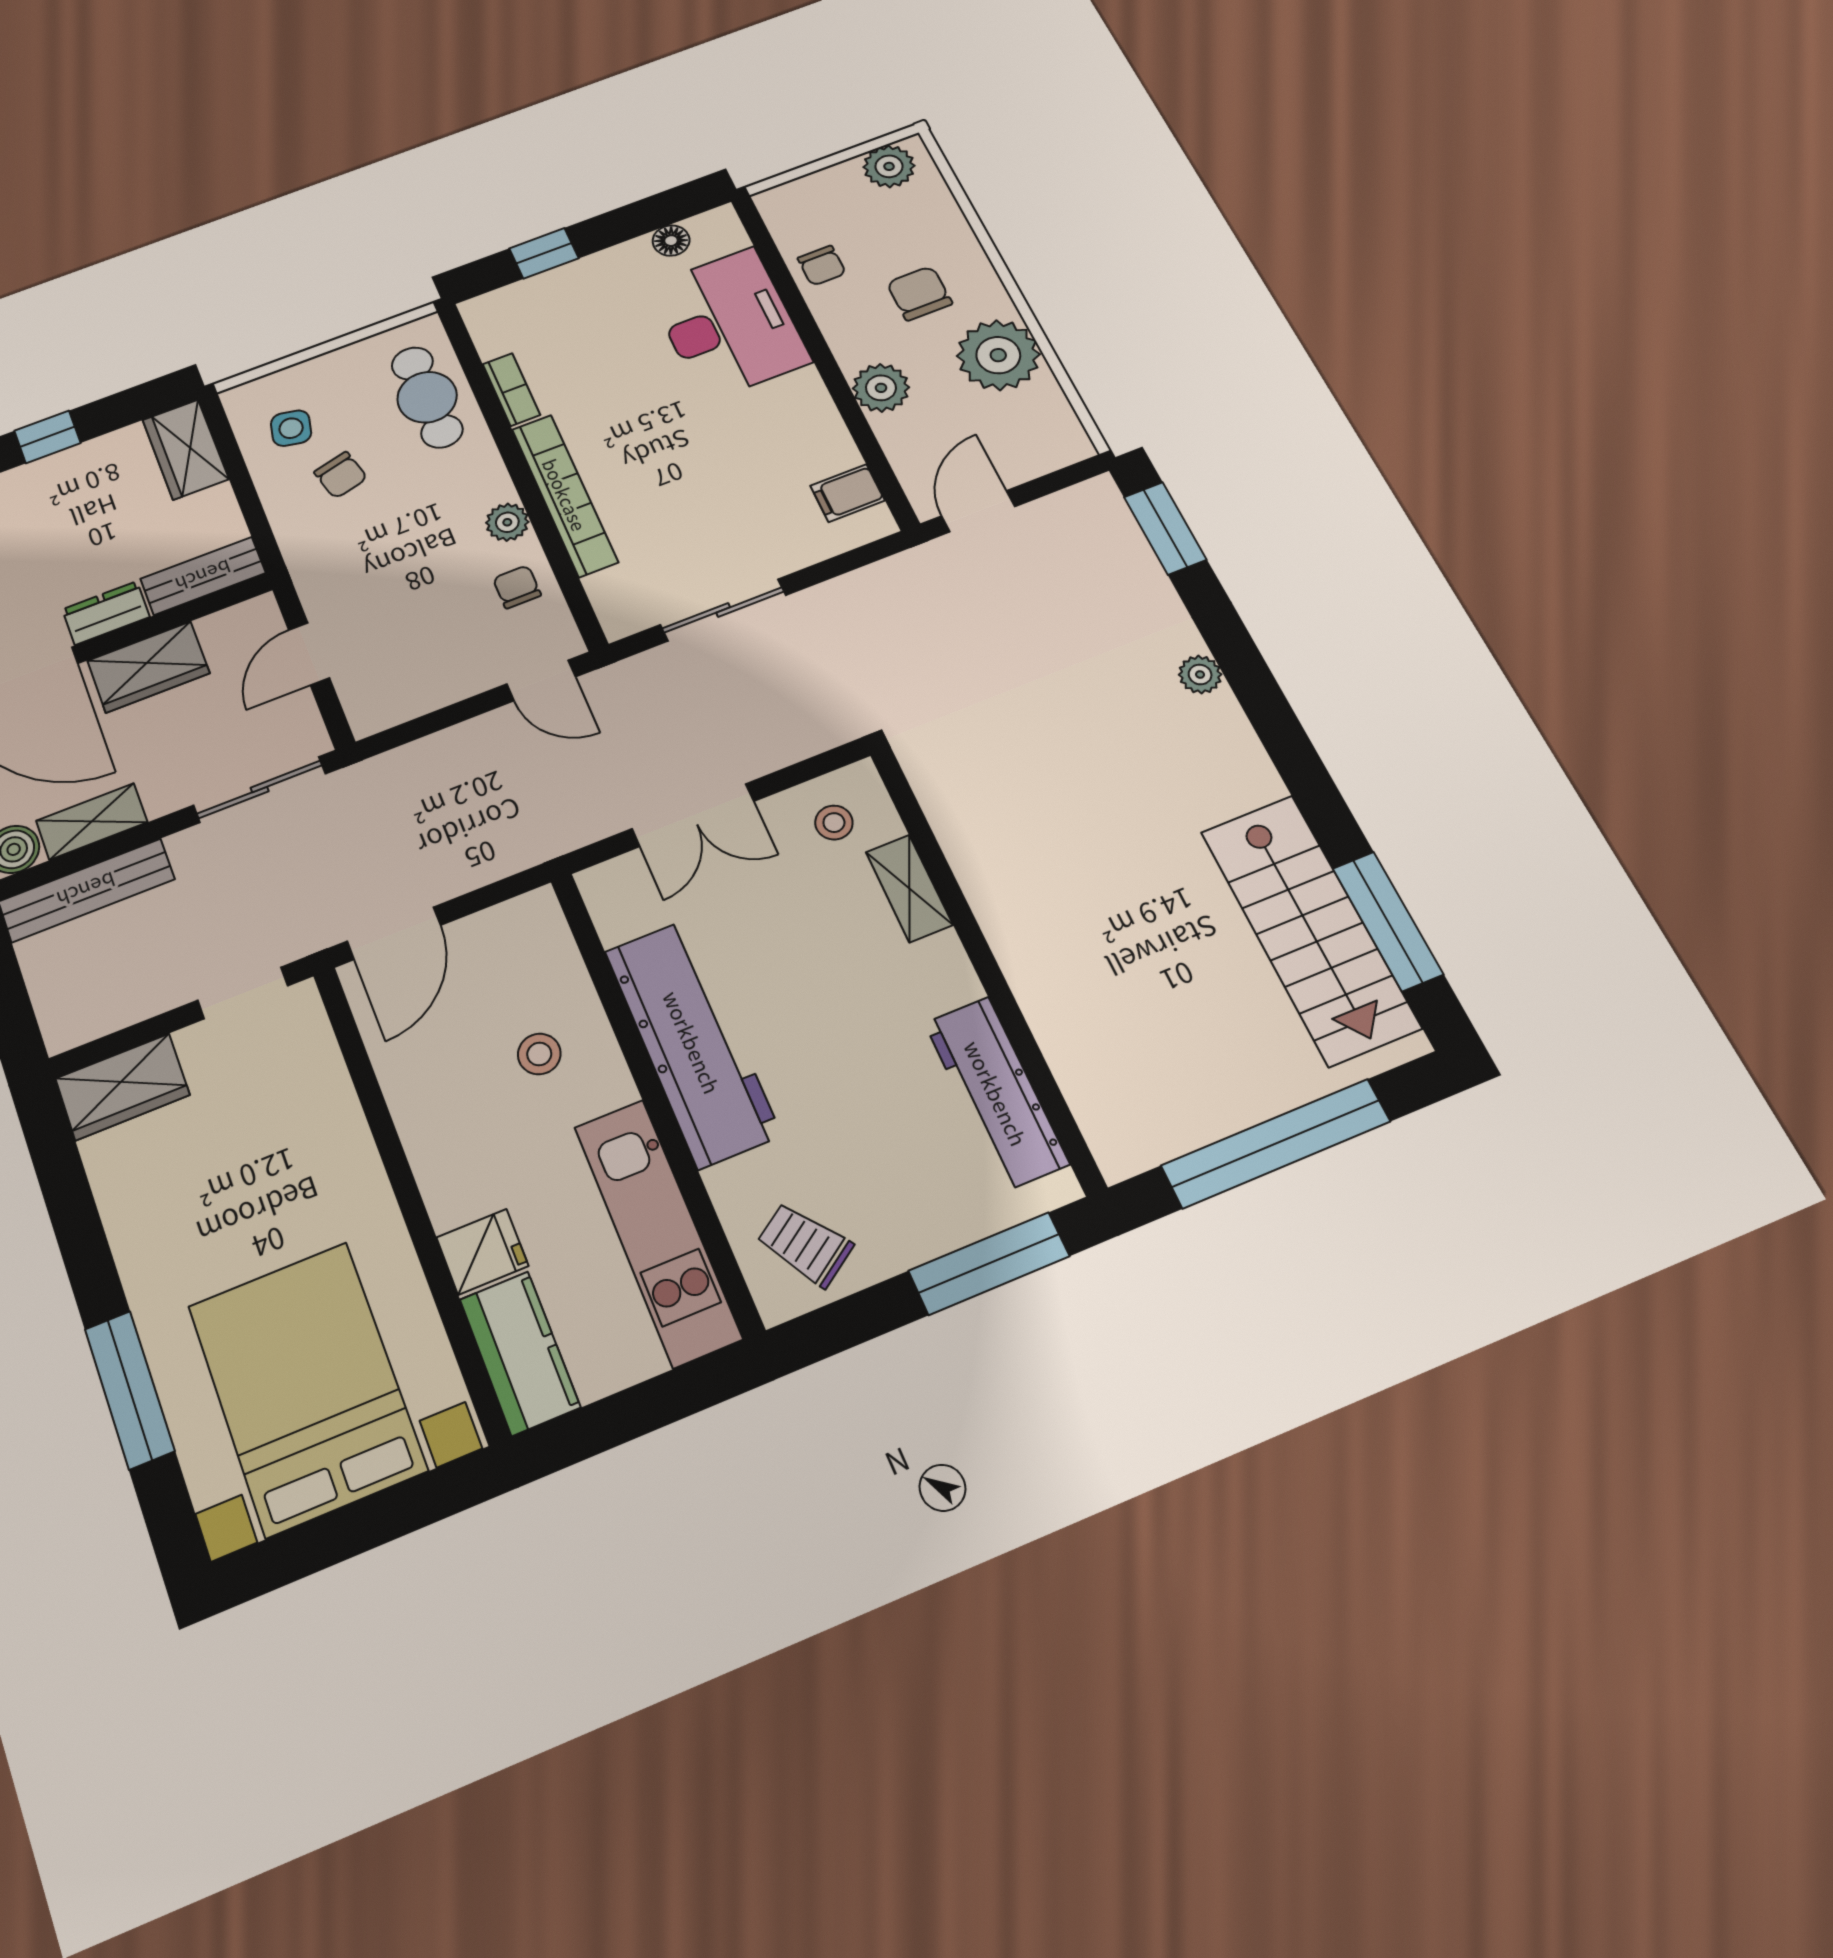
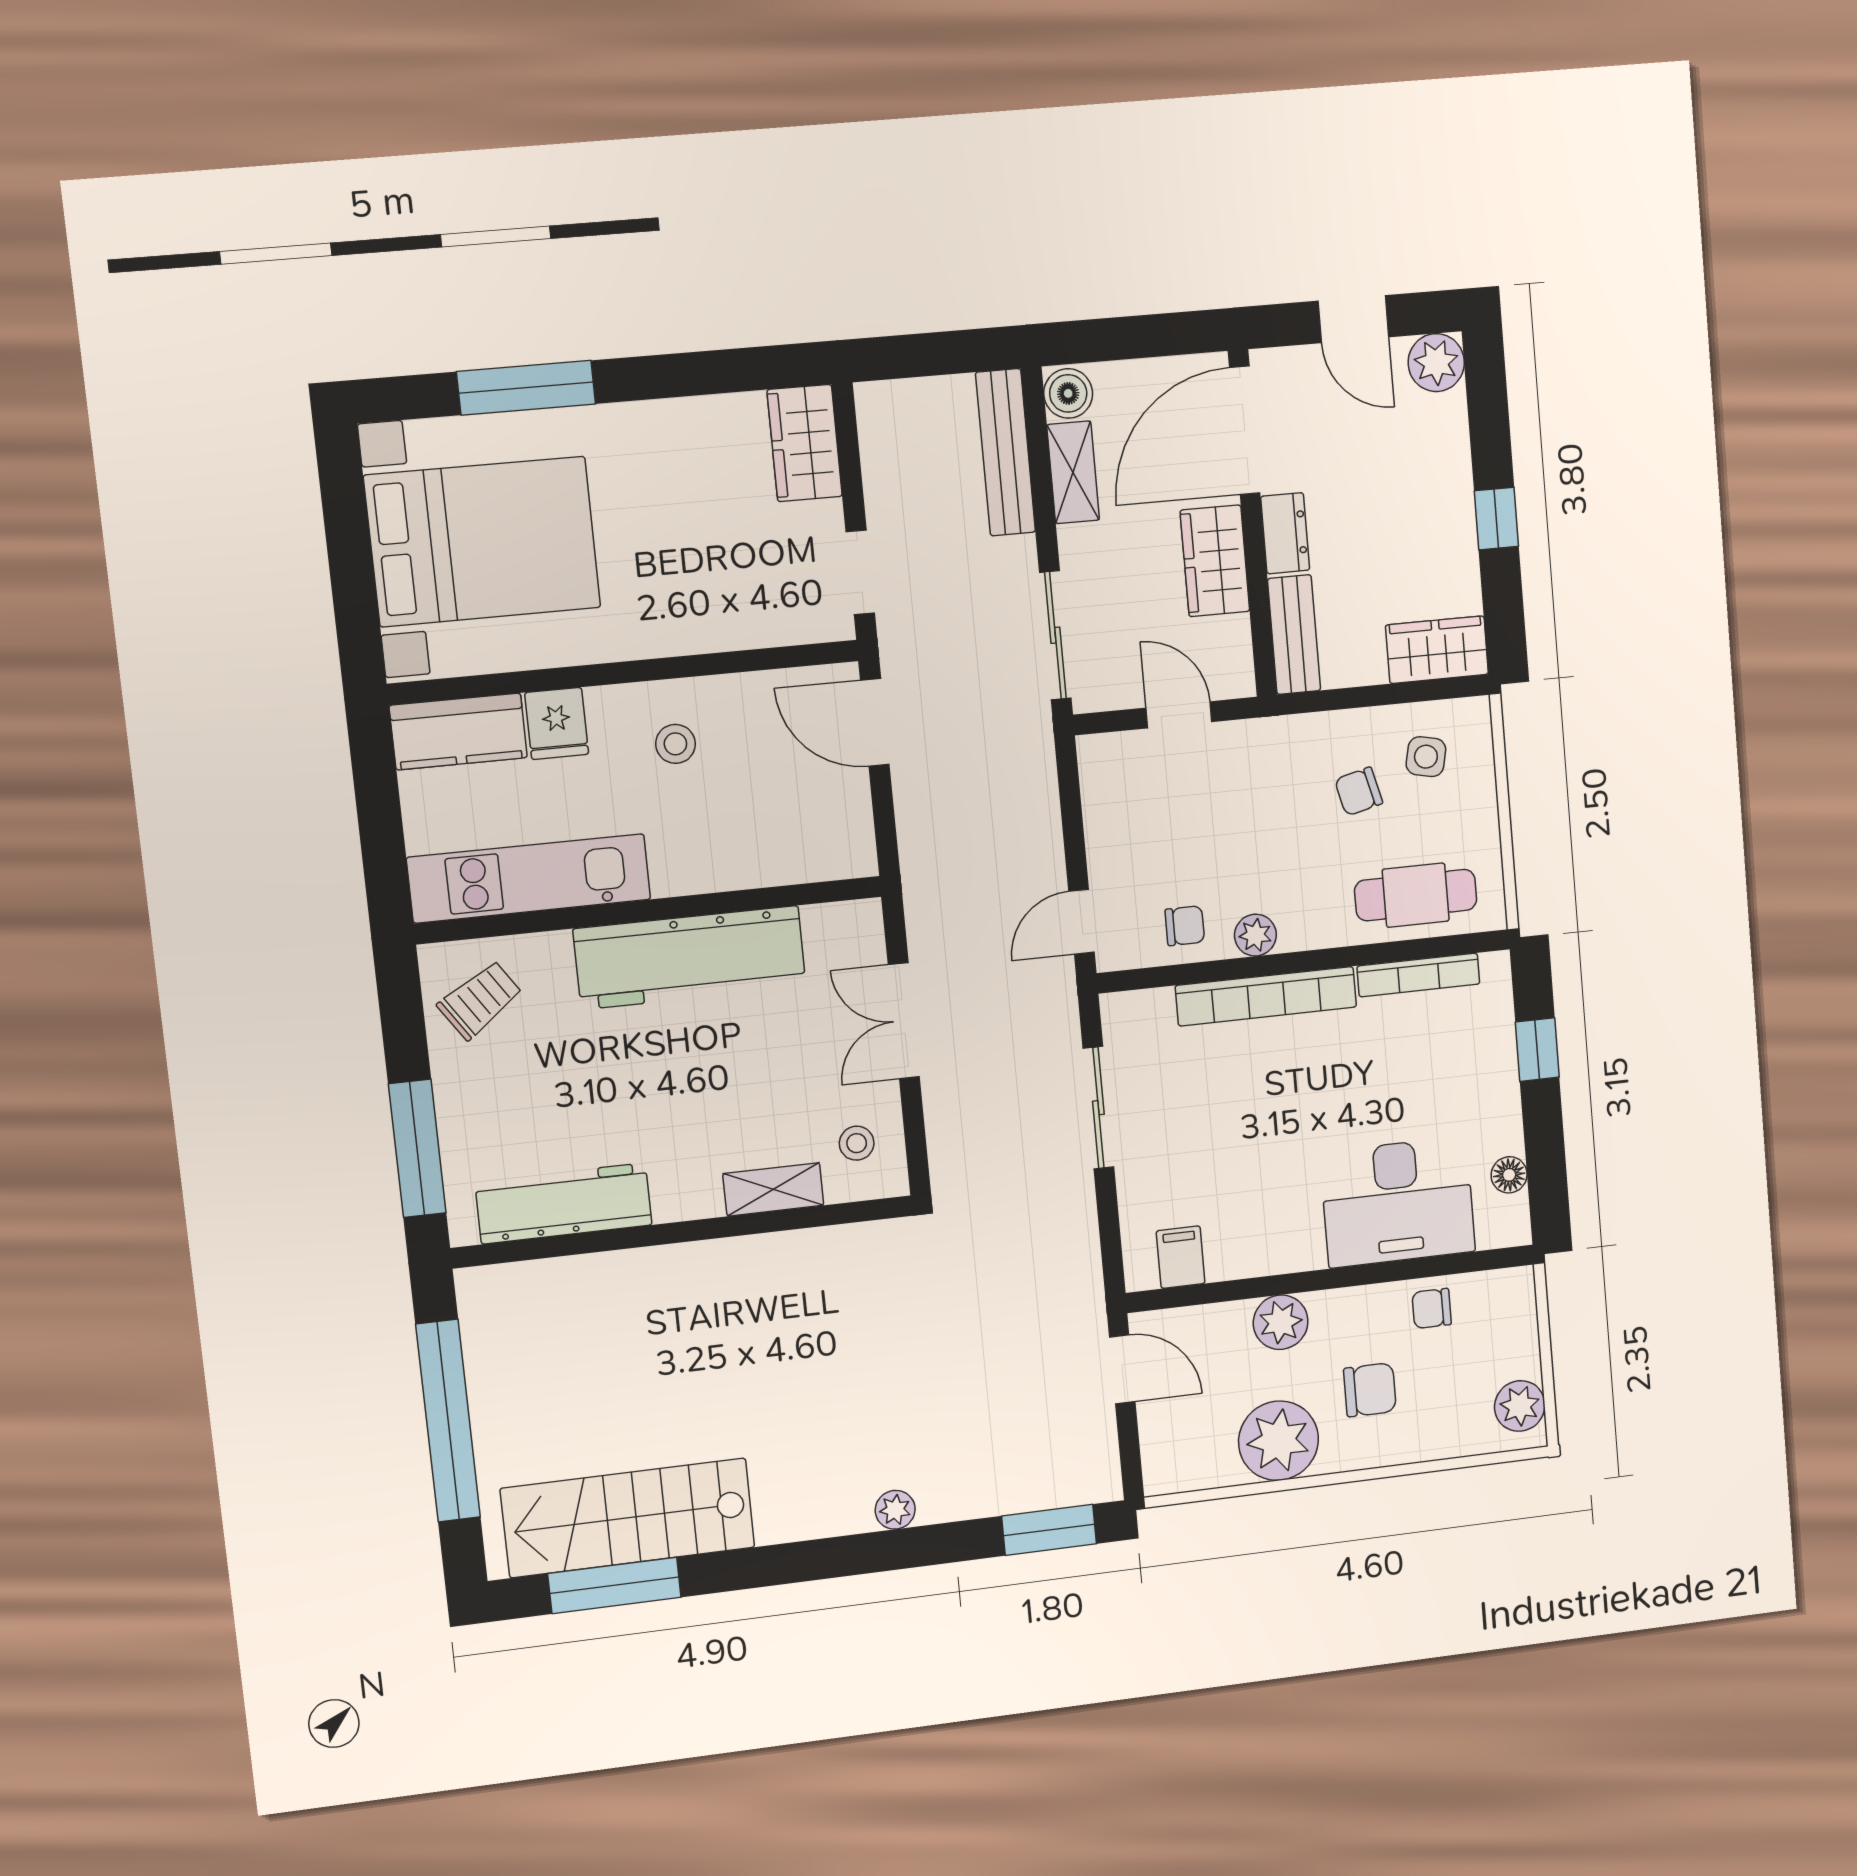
bookcase: (511, 389) -> (1418, 975), width x1.56
stool: (539, 1054) -> (675, 744), moved

